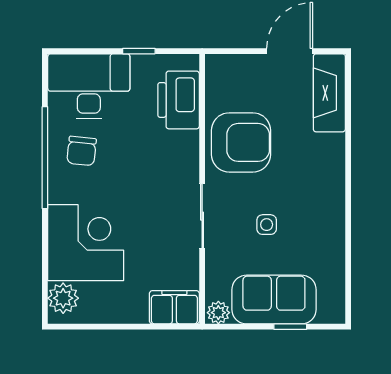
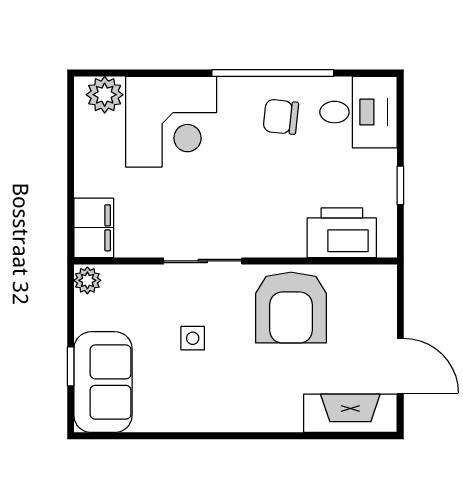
desk: (89, 86) -> (358, 112), width x0.73
sofa: (274, 300) -> (103, 382), moved

